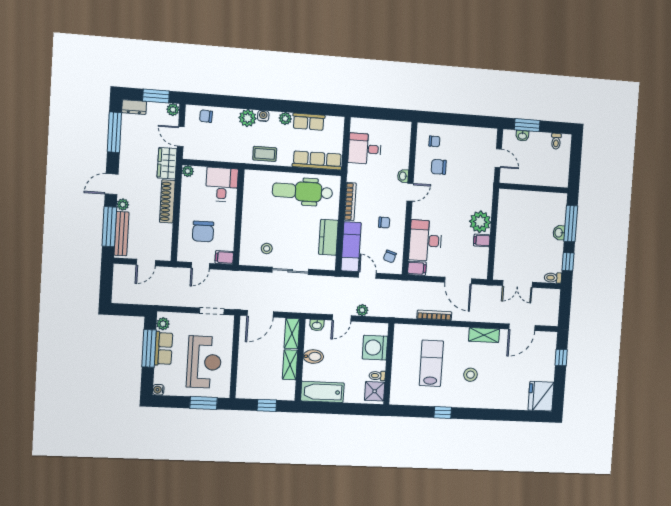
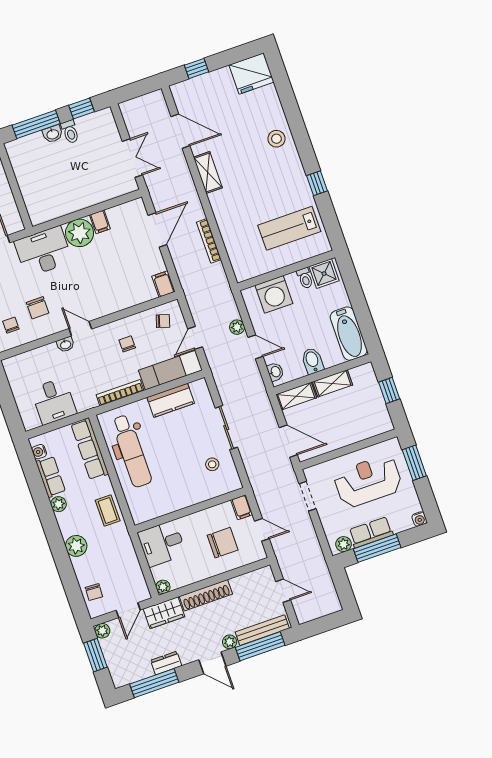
dresser: (134, 107) -> (166, 663), moved, turned -90
water cooler: (263, 116) -> (39, 452), moved
desk: (425, 241) -> (43, 252), moved, turned 180
toilet: (553, 278) -> (70, 132), moved
lab bench: (431, 363) -> (289, 228), moved
stool: (470, 375) -> (276, 139), moved

